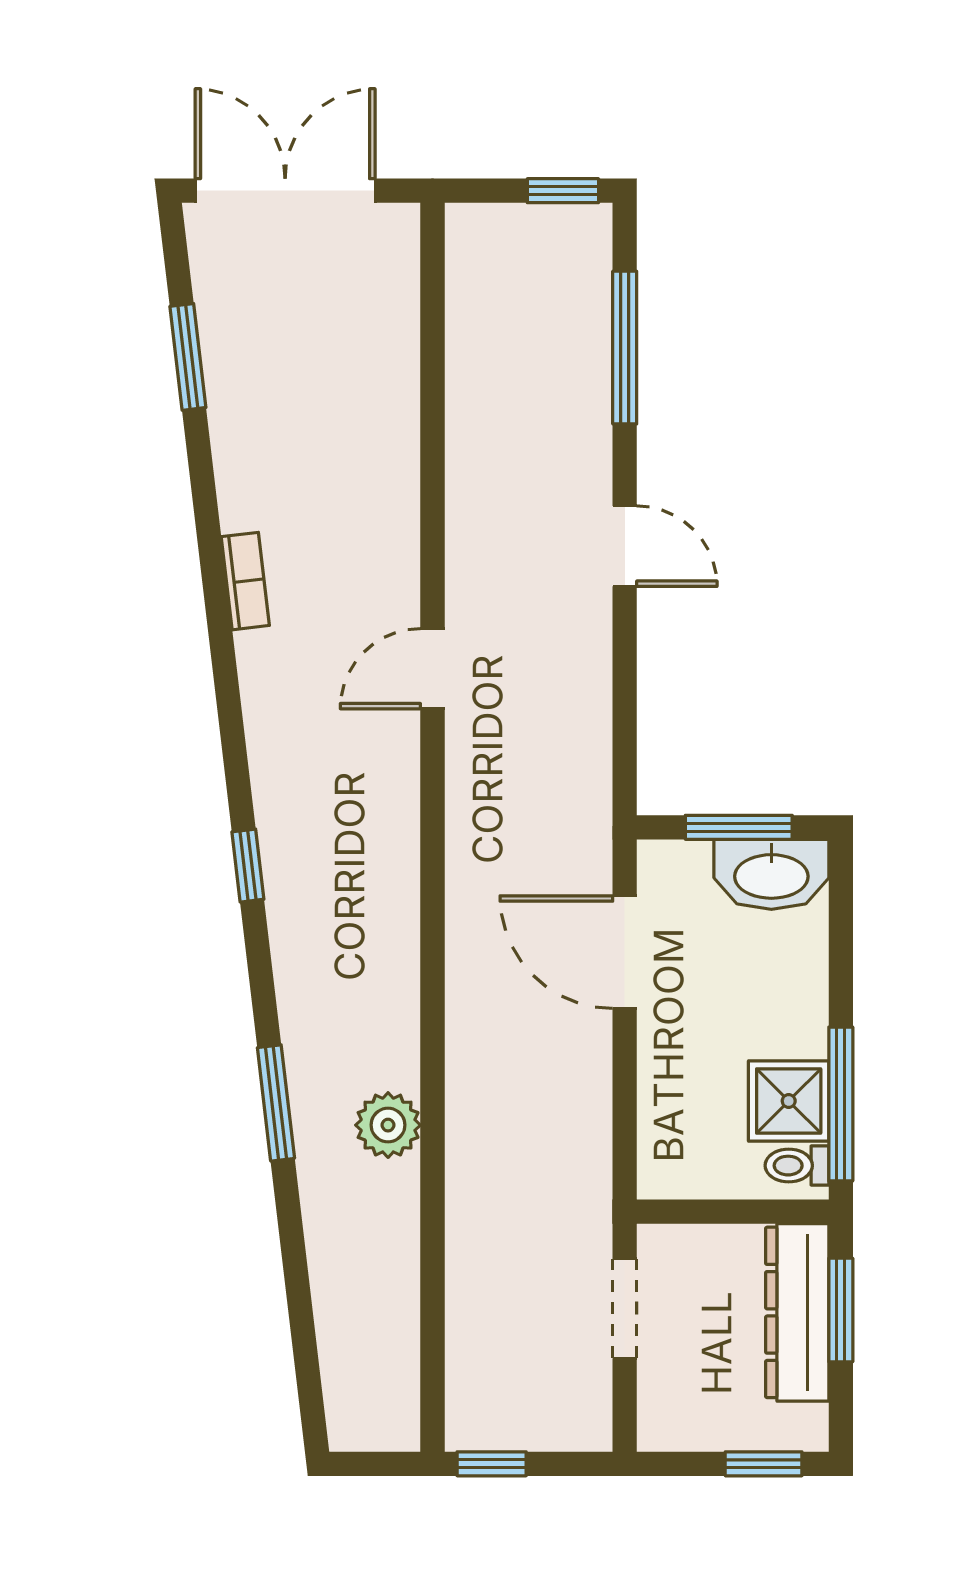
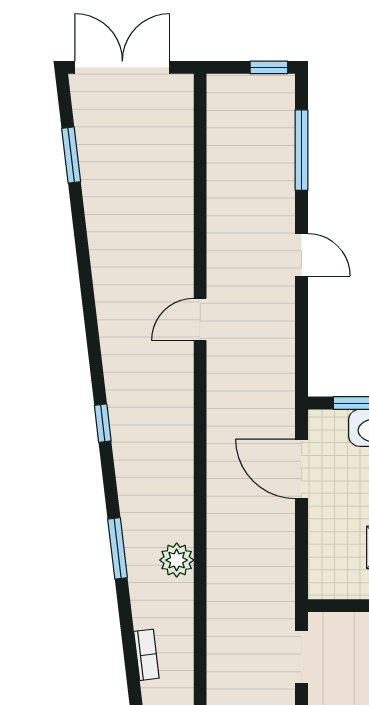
bookcase: (245, 581) -> (146, 655), moved

